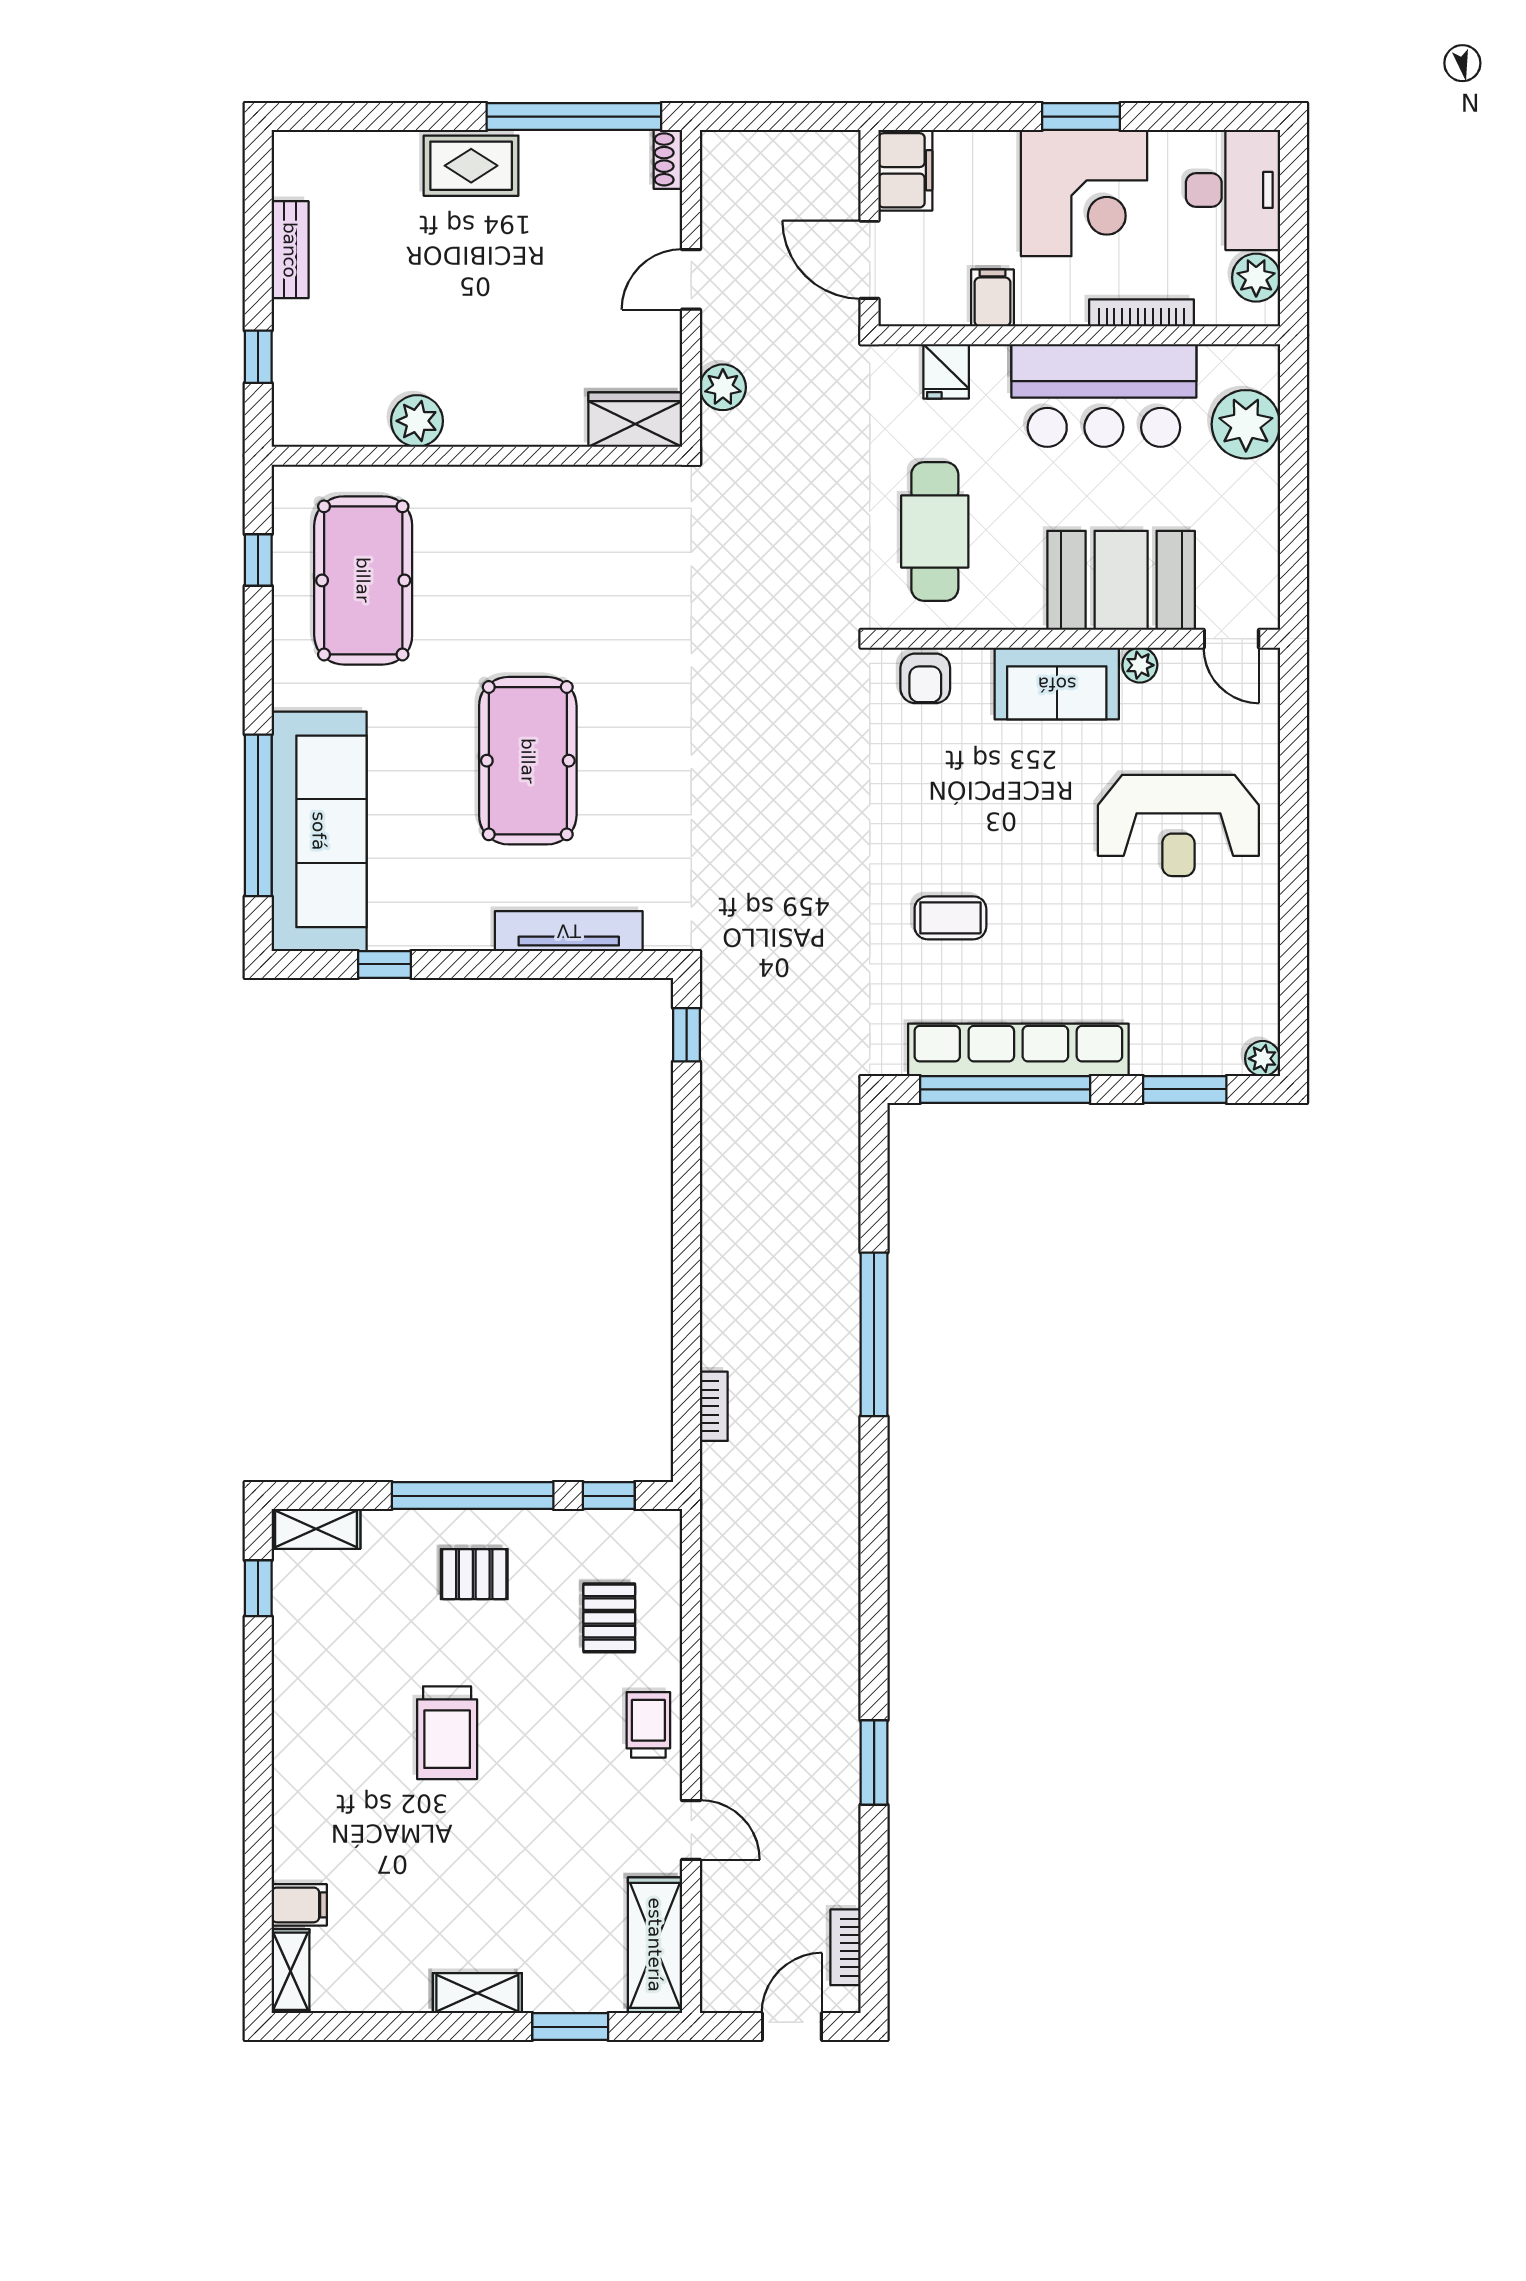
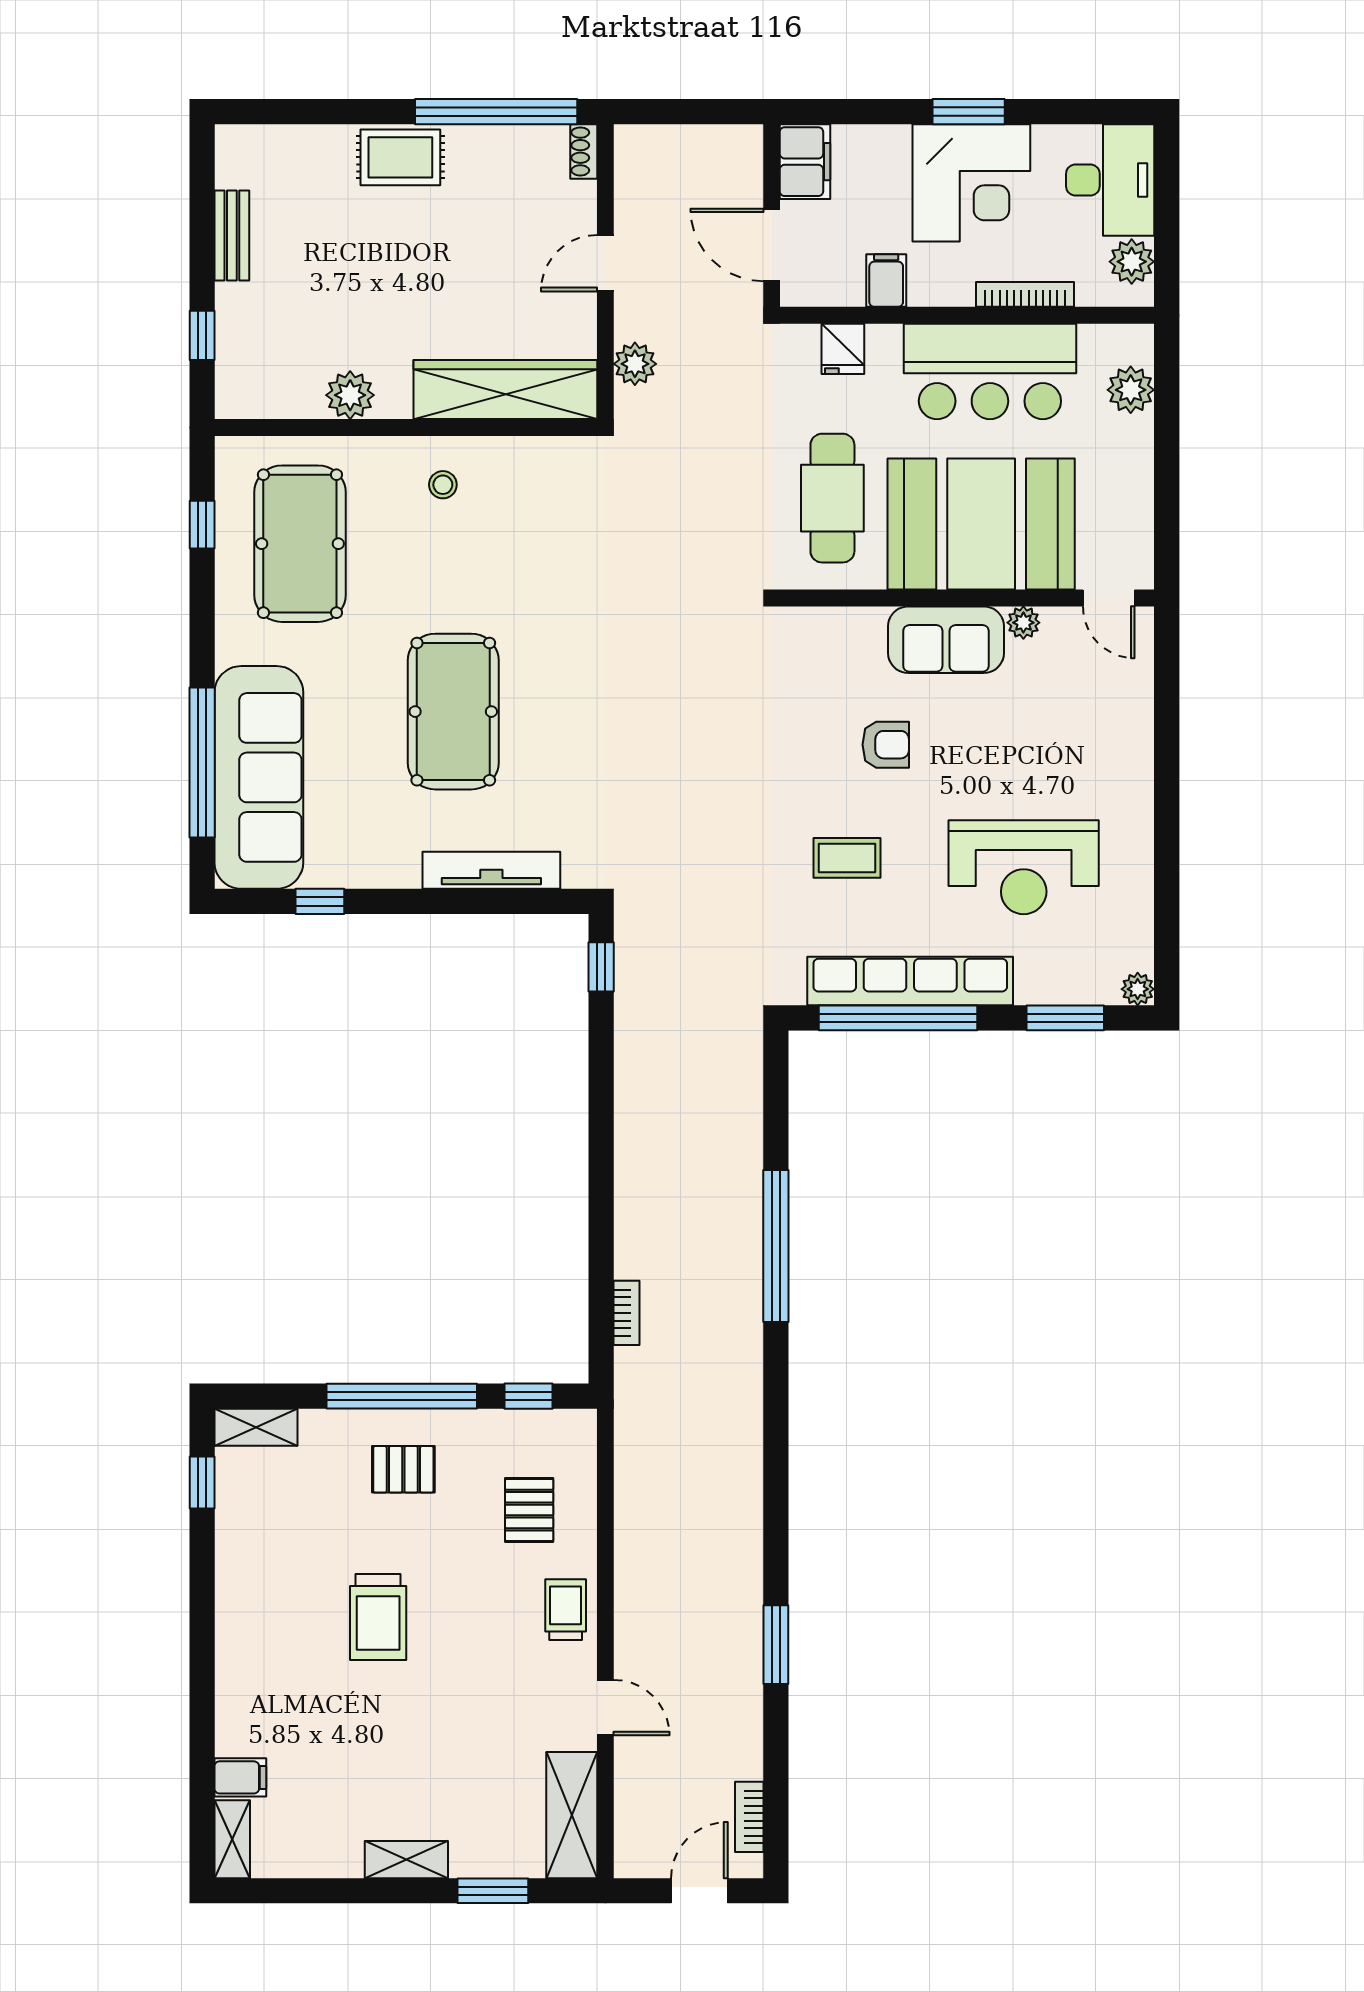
wardrobe: (635, 420) -> (505, 390), width x2.10, depth x1.17
plant: (1246, 424) -> (1131, 390), width x0.73, depth x0.73
stool: (517, 517) -> (443, 485), added
booth: (1121, 580) -> (981, 524), width x1.36, depth x1.42
armchair: (925, 678) -> (886, 745), moved, turned -90
reception desk: (1178, 825) -> (1024, 867), moved

